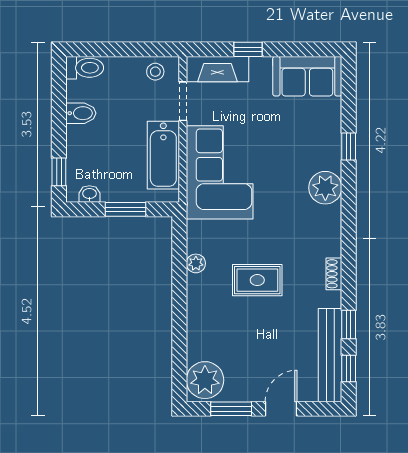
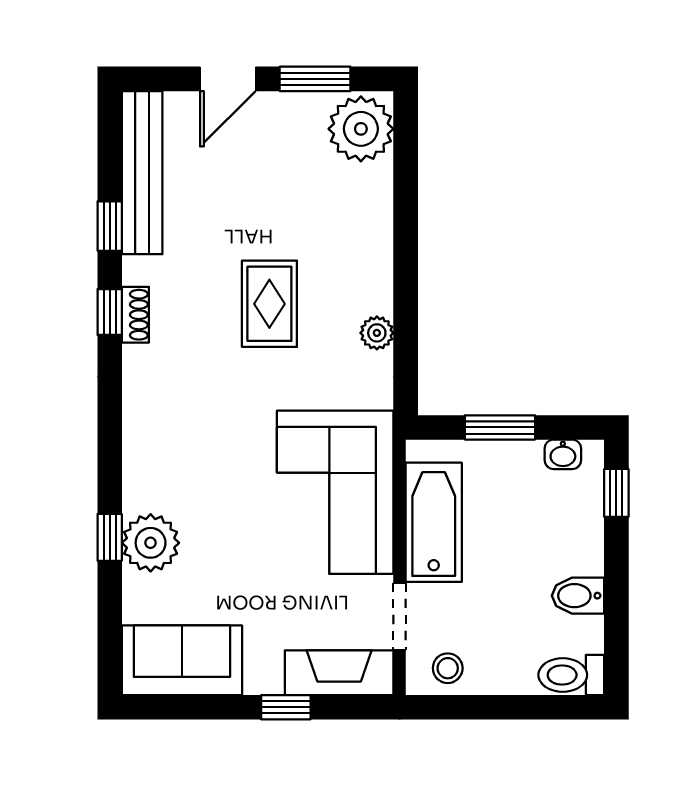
plant: (325, 188) -> (151, 543), moved
rug: (257, 280) -> (269, 304), turned 90
window: (349, 368) -> (110, 312), moved

